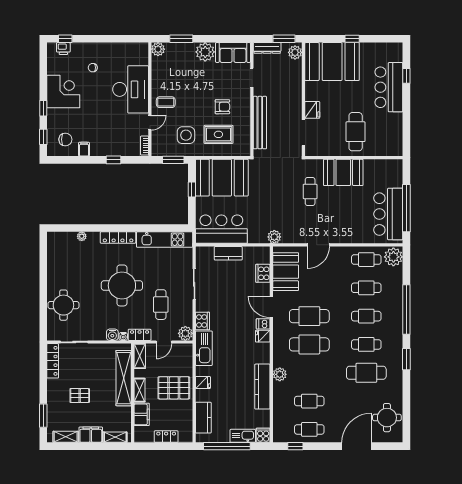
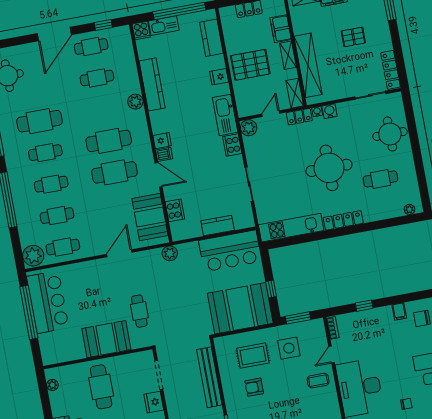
plant: (398, 141) -> (52, 385), added
plant: (82, 236) -> (409, 209), moved
cafe table: (161, 305) -> (381, 179), moved, turned 90
door: (357, 446) -> (54, 34), moved

